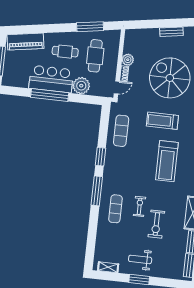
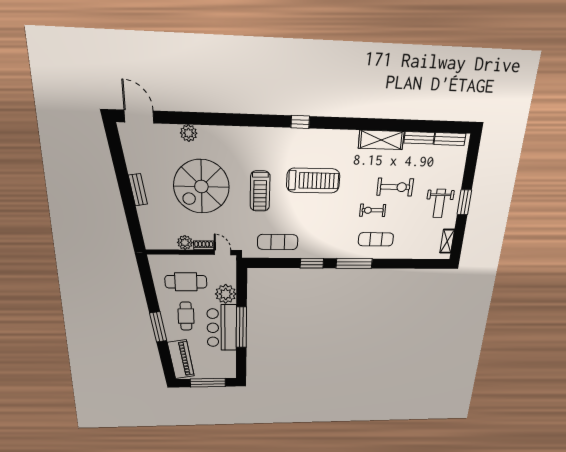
window: (90, 27) -> (158, 327), moved

